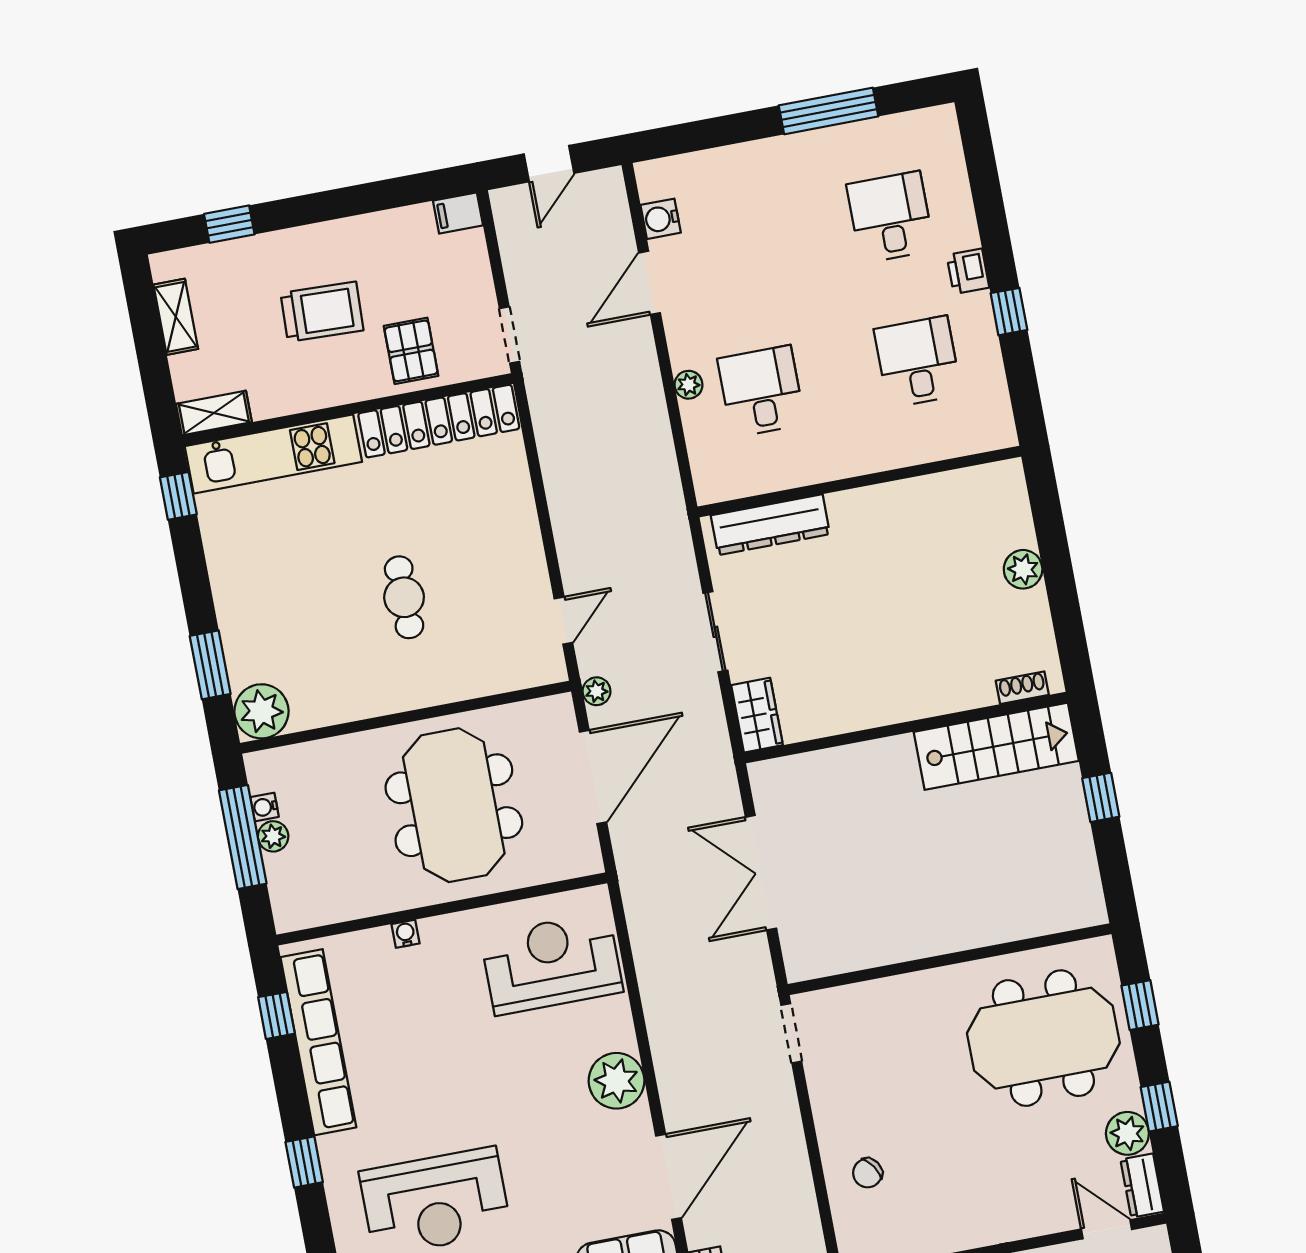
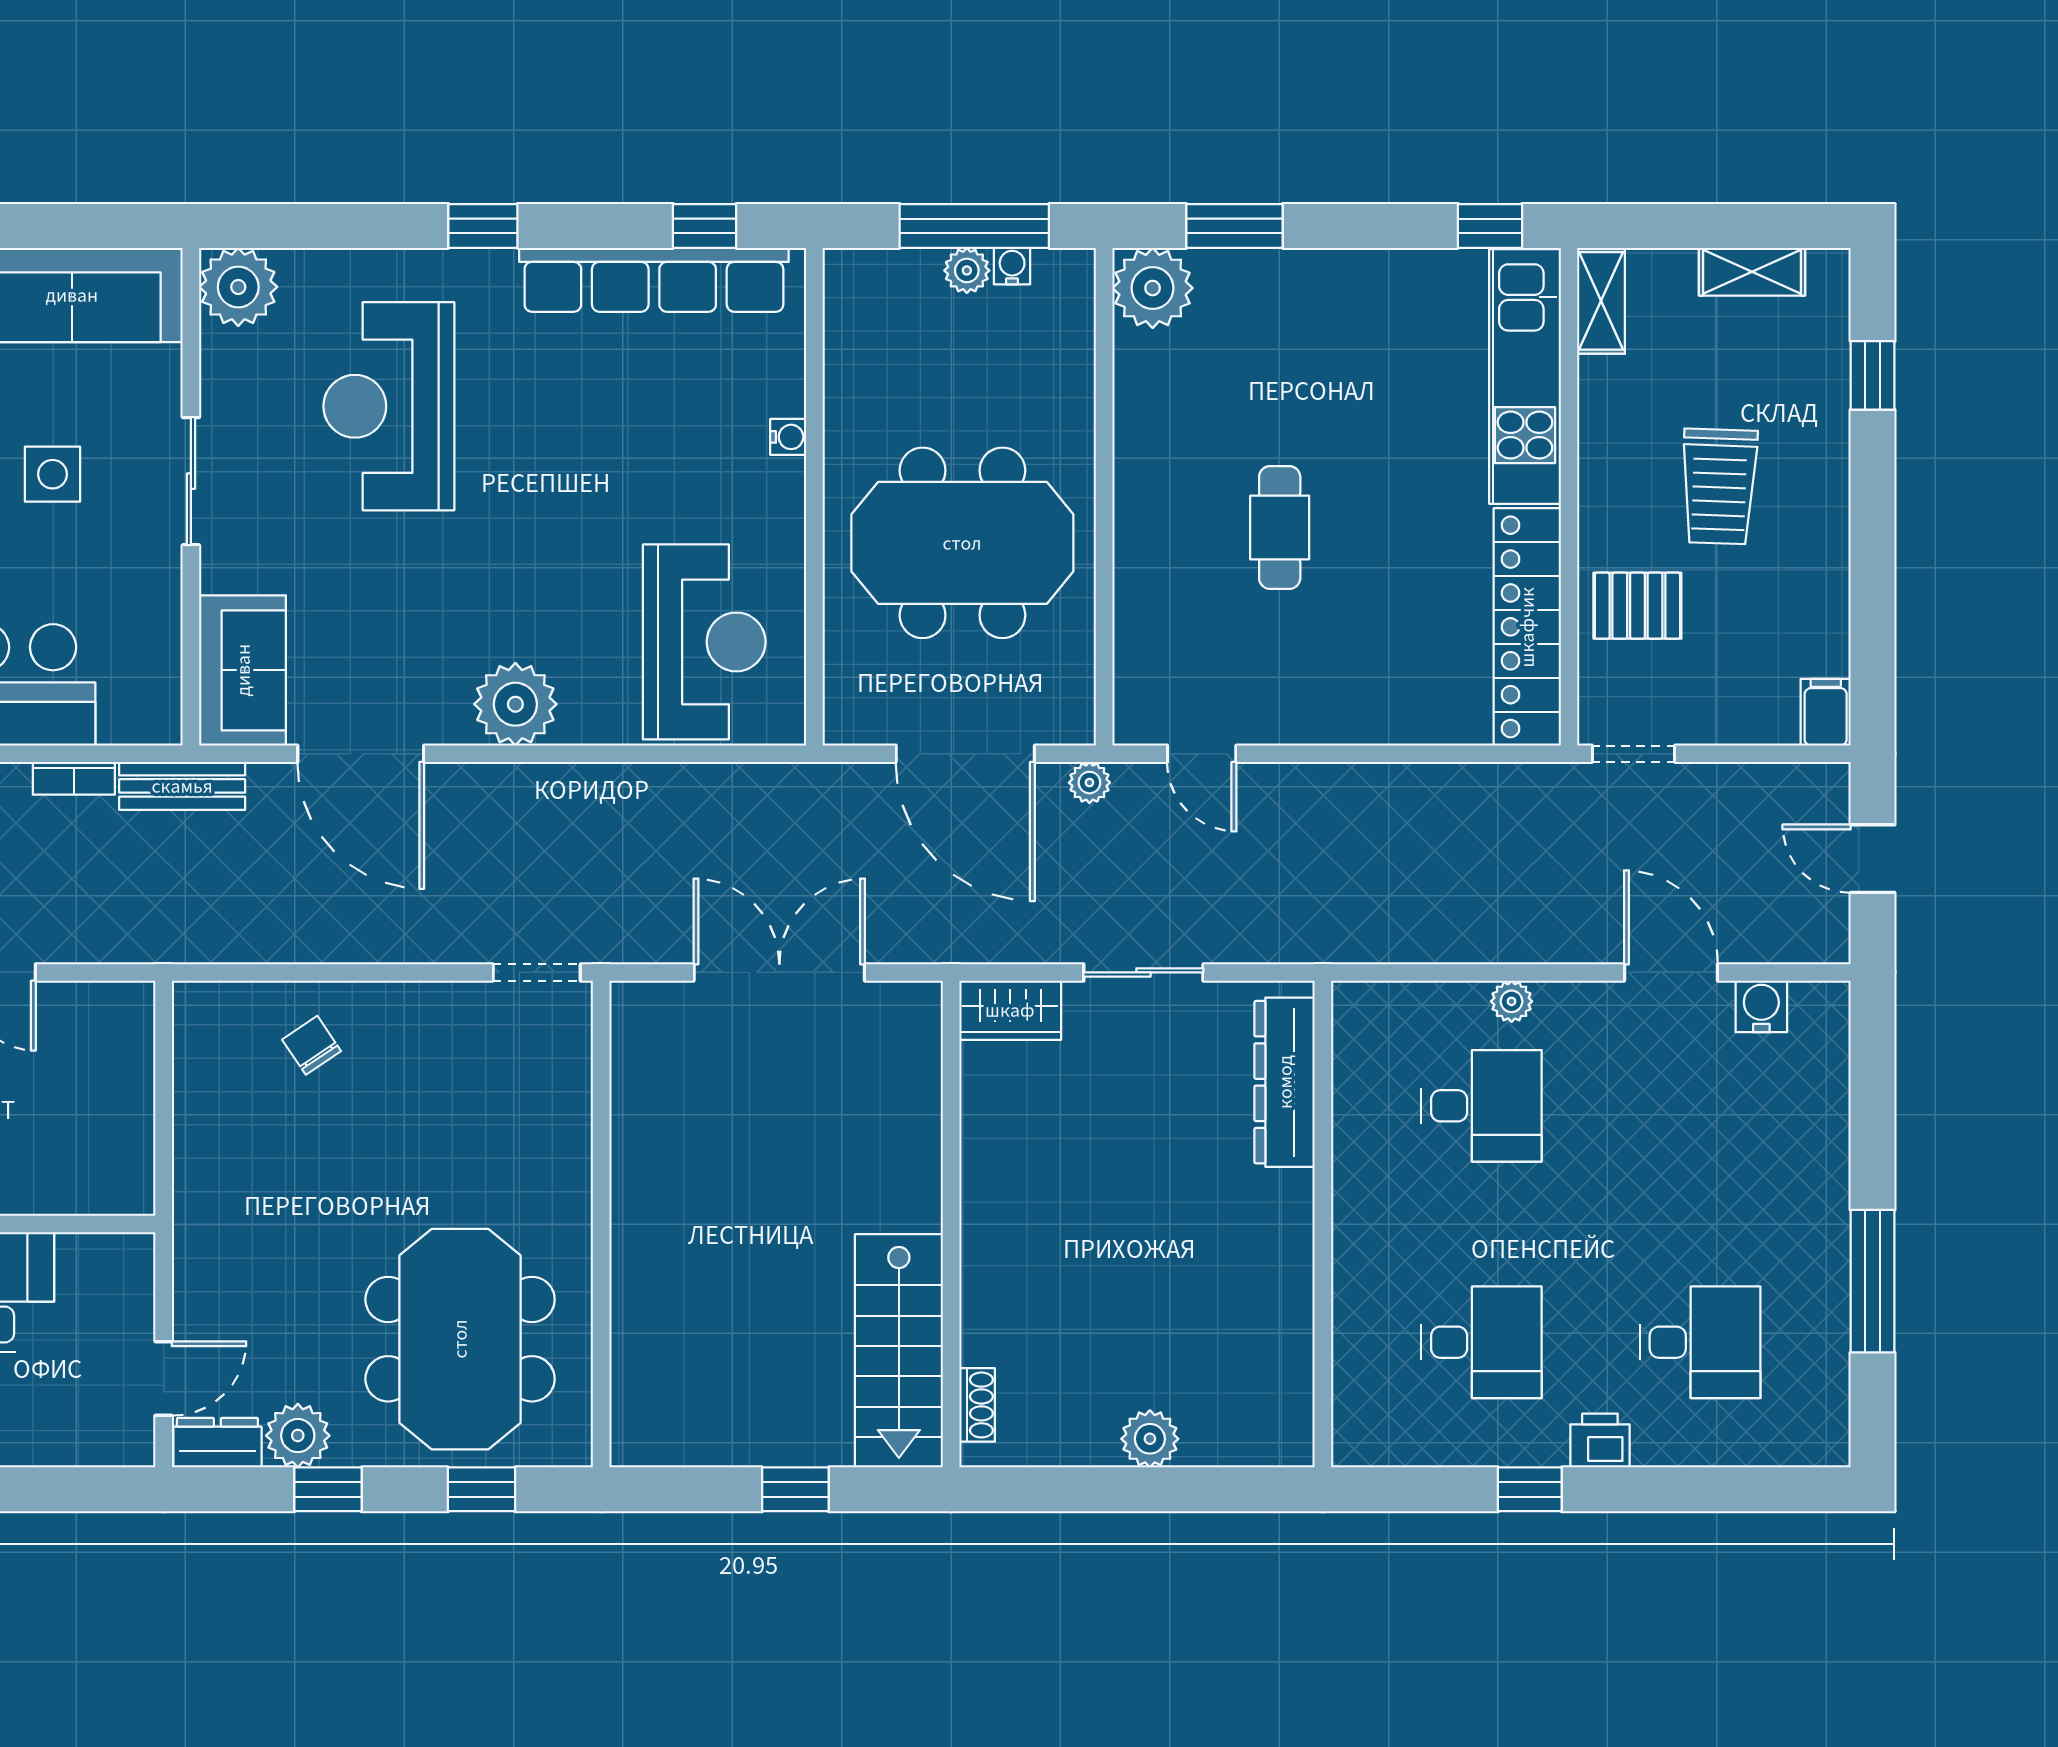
cafe table: (404, 597) -> (1280, 528), turned 90

